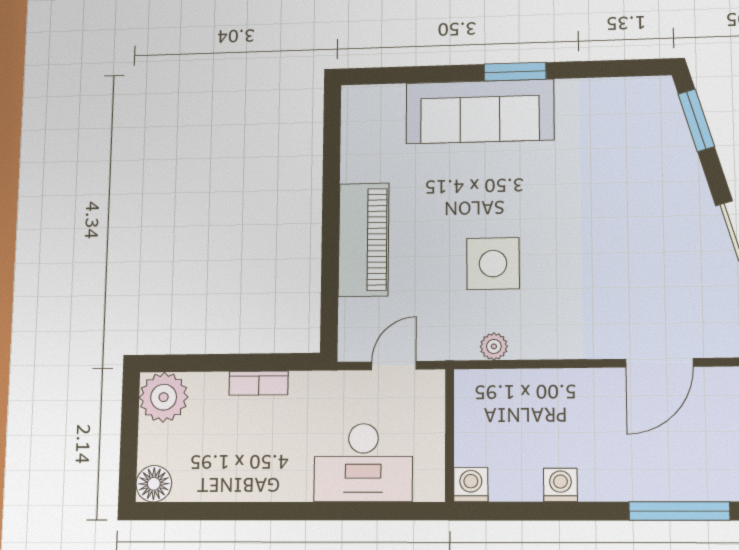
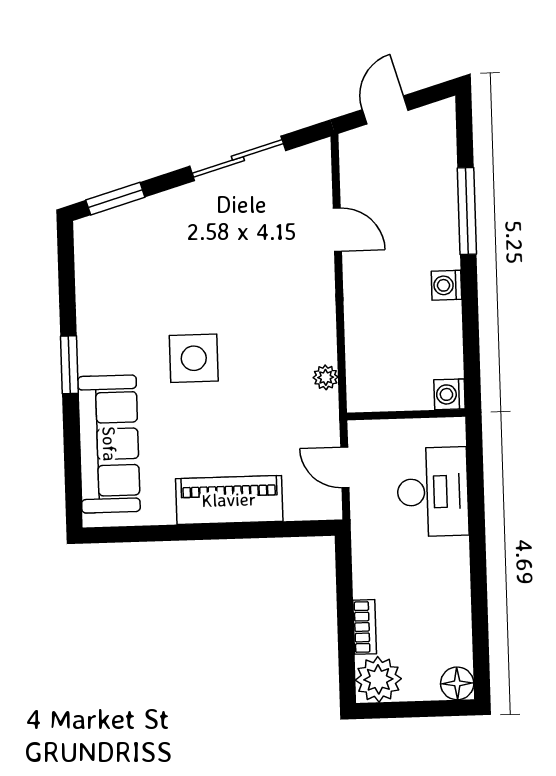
sofa: (480, 111) -> (109, 444), moved
side table: (493, 264) -> (194, 358), moved
door: (659, 363) -> (337, 230), width x0.73
bookcase: (259, 383) -> (365, 627), moved
washing machine: (560, 485) -> (446, 285), moved

